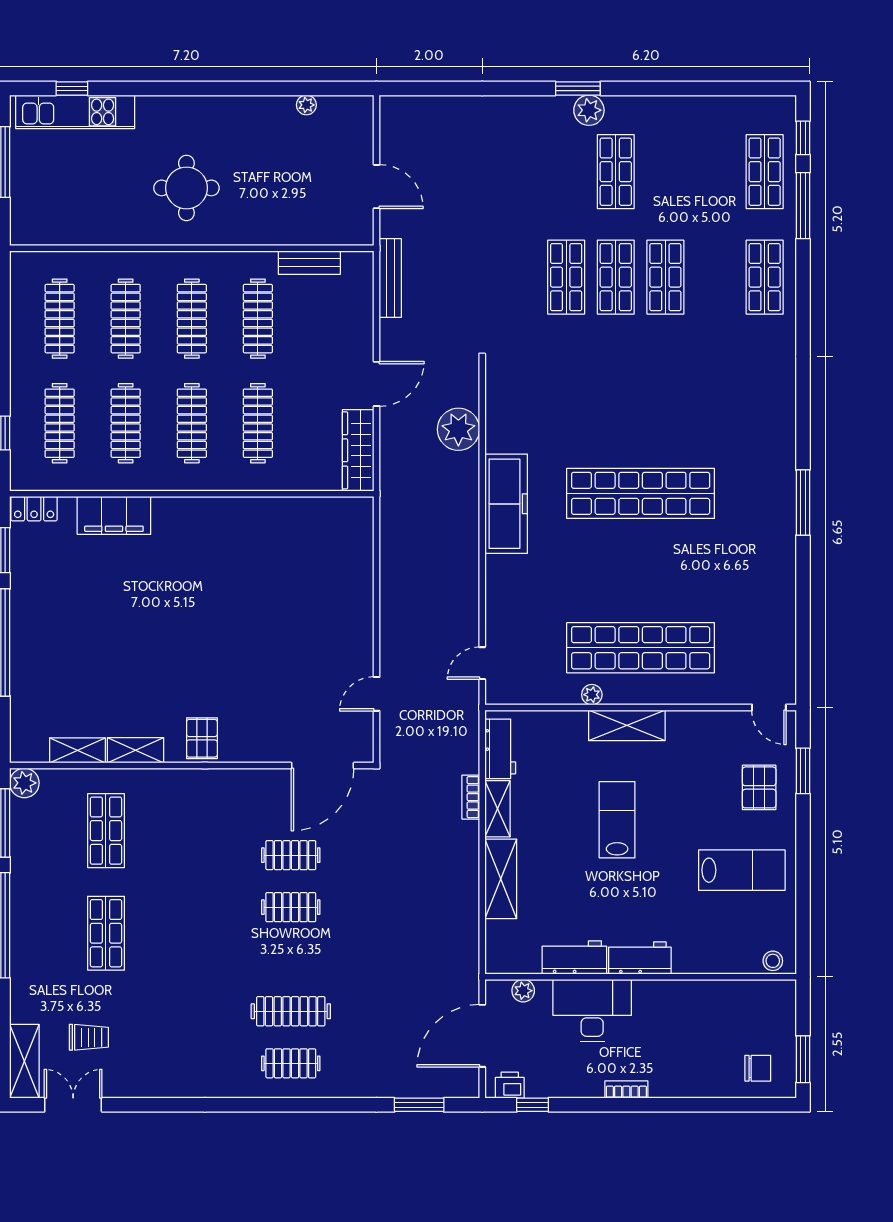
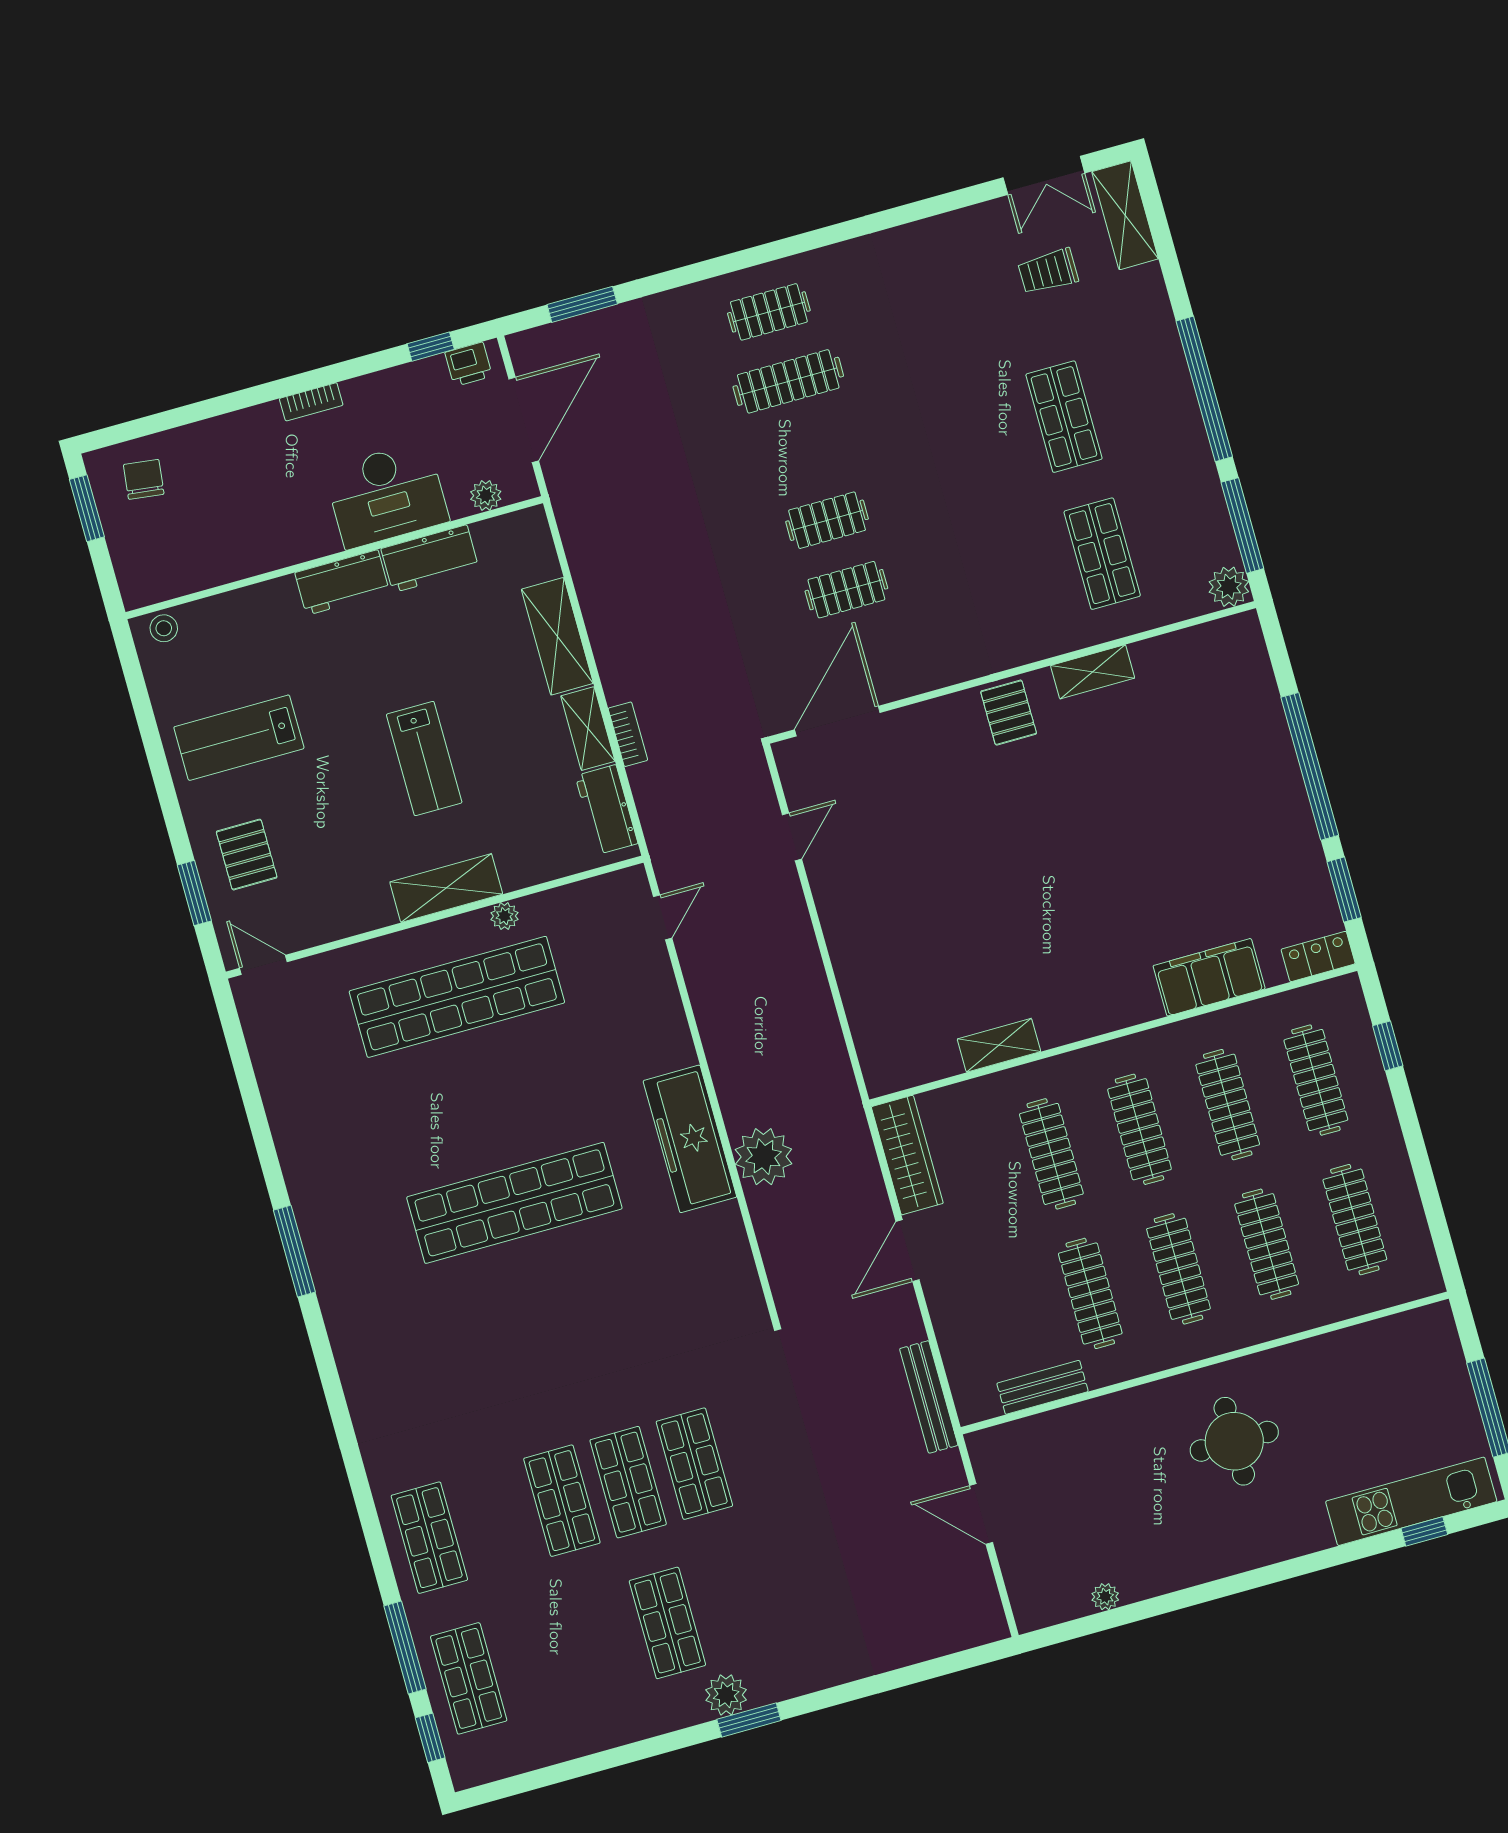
plant: (458, 429) -> (764, 1157), moved
shelving: (77, 750) -> (999, 1045), moved
chair: (758, 1068) -> (144, 479), turned 97

